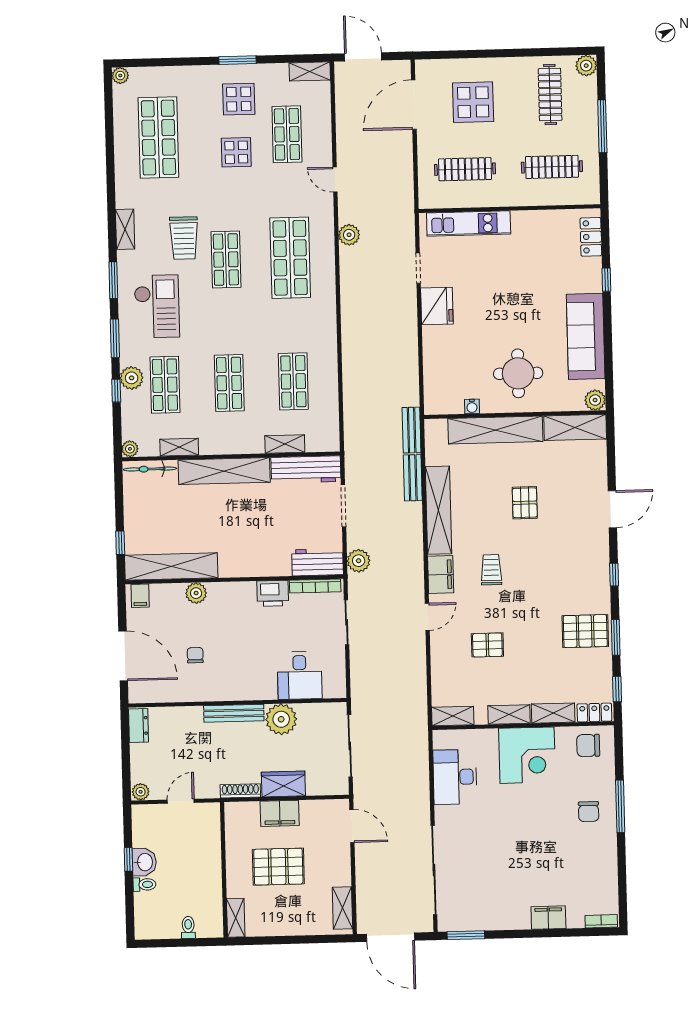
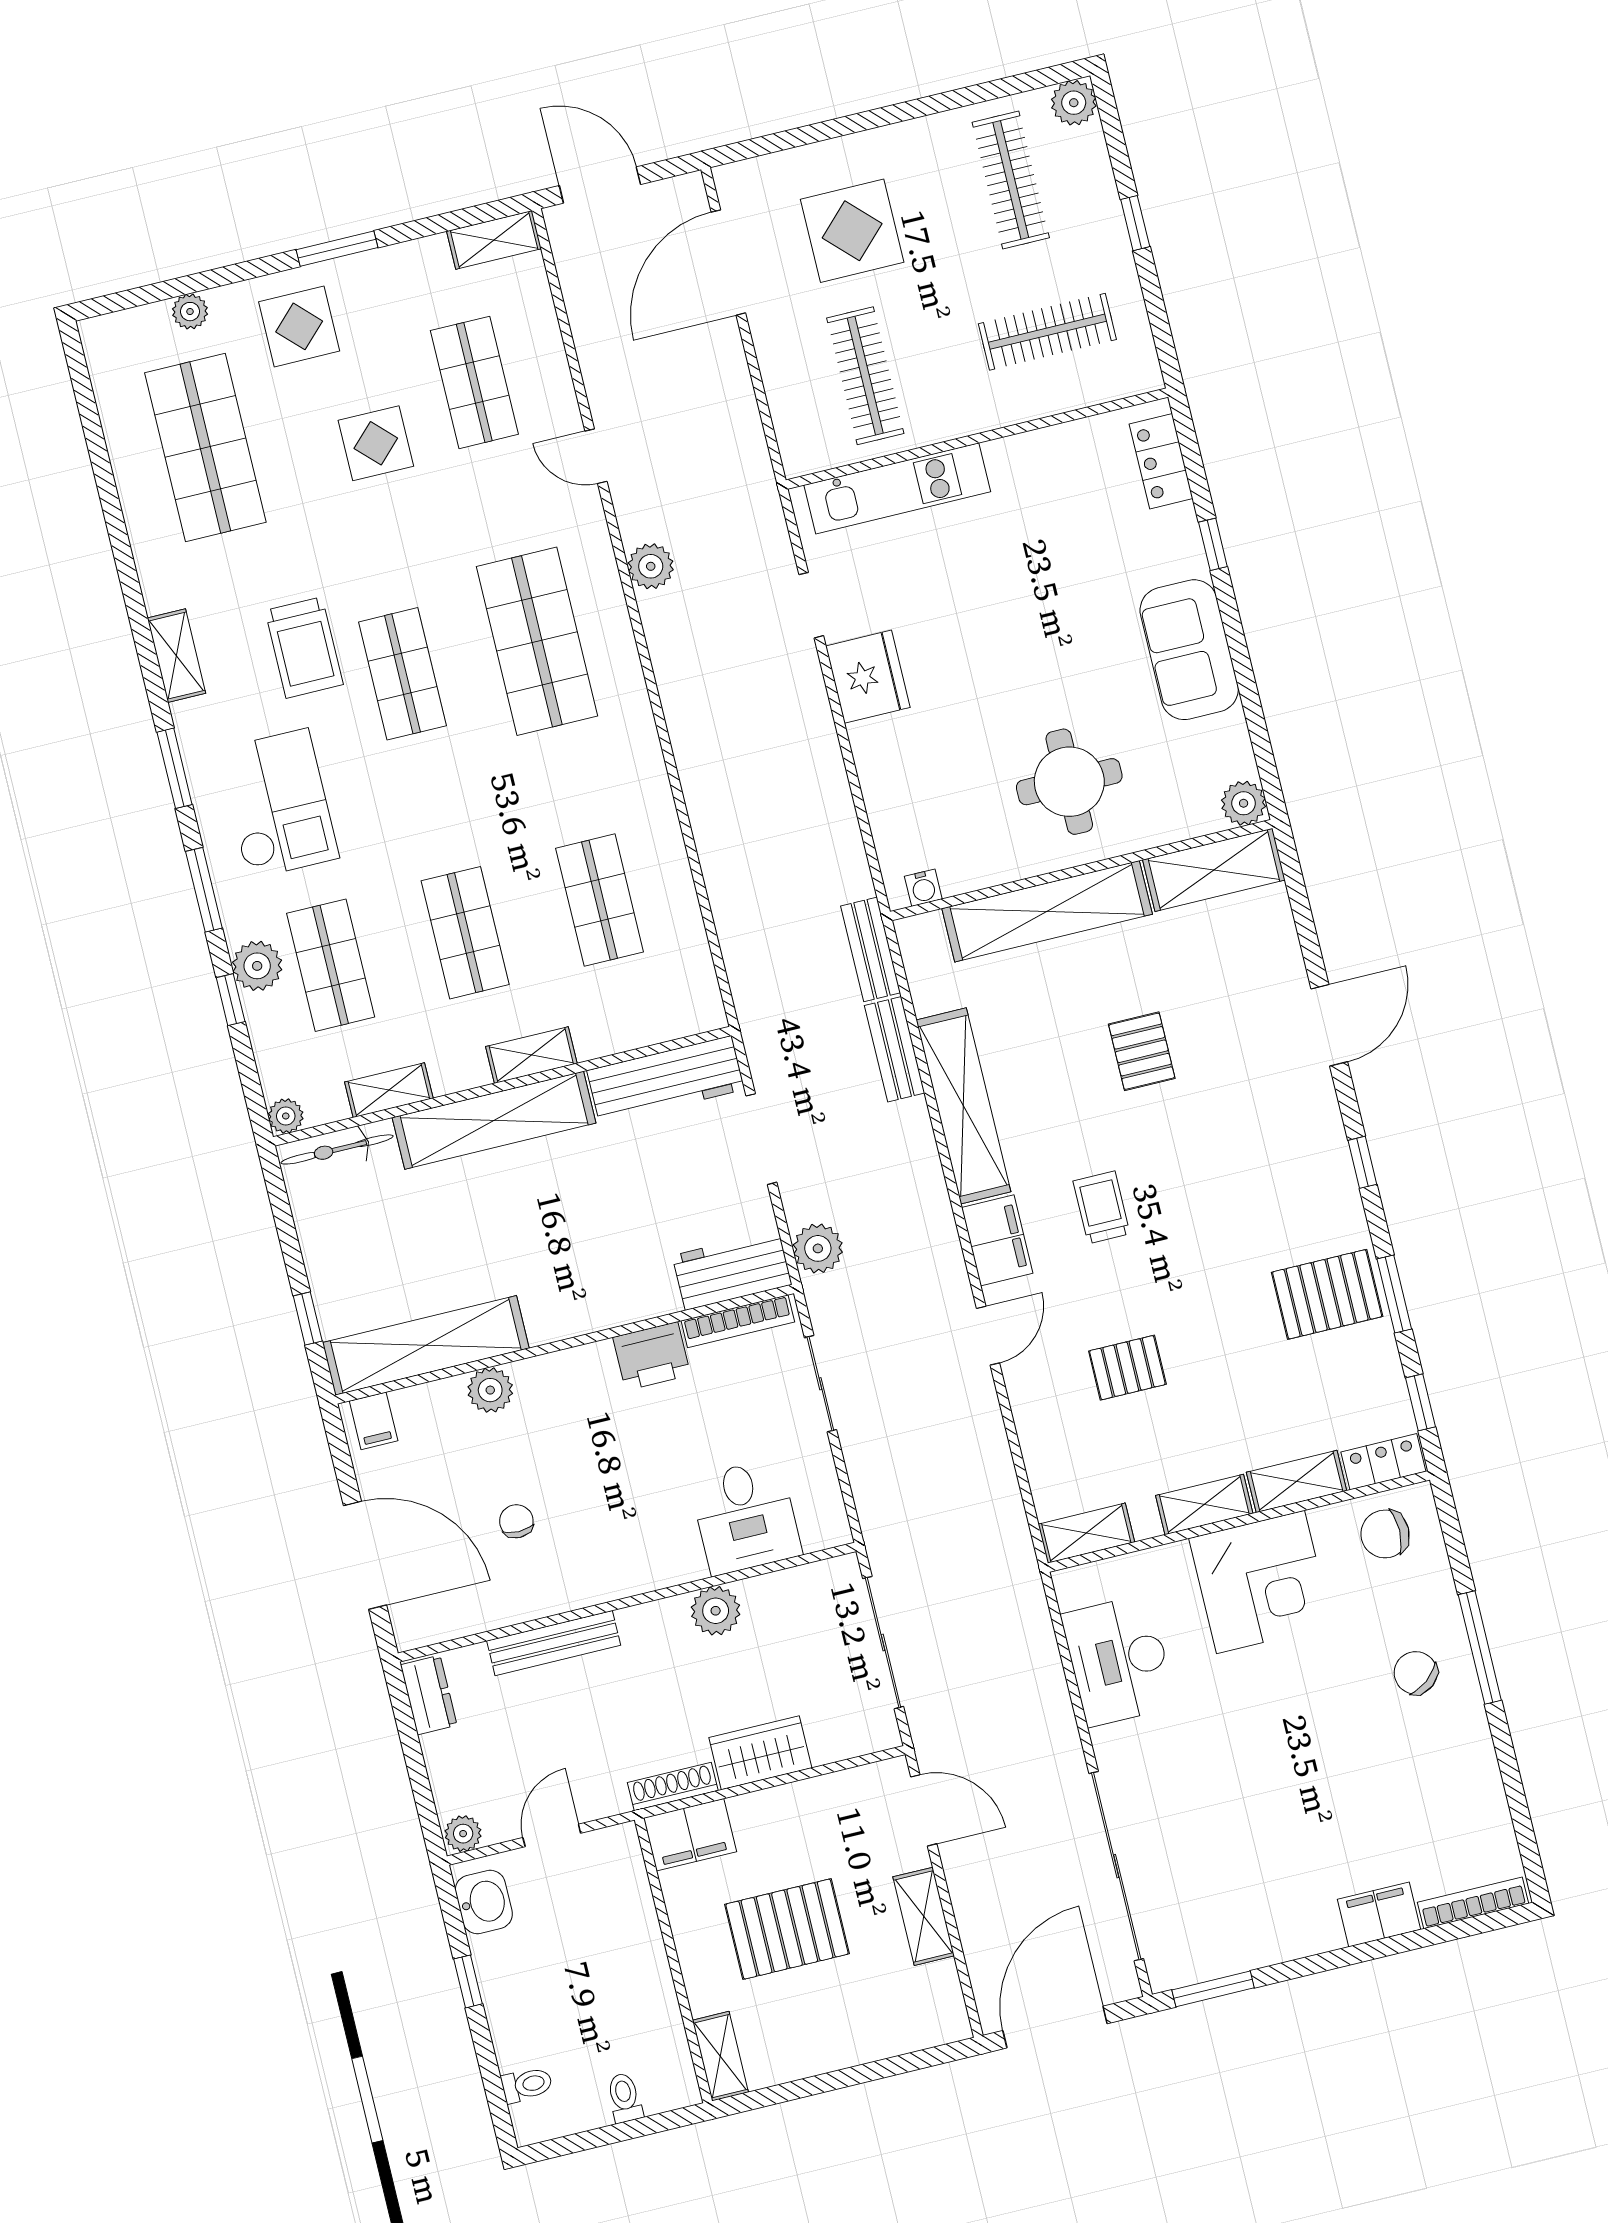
plant: (120, 76) -> (190, 312), moved
display table: (239, 99) -> (299, 326), moved
window: (602, 126) -> (1135, 223), width x0.46
clothes rail: (465, 169) -> (865, 376), turned 90
sofa: (586, 336) -> (1189, 650), width x0.73
water cooler: (472, 406) -> (923, 888), moved
shelving: (285, 444) -> (531, 1055), moved
bench: (234, 713) -> (554, 1643), moved
plant: (281, 719) -> (716, 1611), width x0.73, depth x0.73
chair: (589, 812) -> (1416, 1673), turned 142
filing cabinet: (280, 813) -> (690, 1835), moved
washbasin: (144, 862) -> (484, 1902), moved
toilet: (144, 884) -> (527, 2085), moved
shelving: (342, 908) -> (924, 1916), moved
bookcase: (601, 921) -> (1473, 1903), width x1.56
door: (390, 937) -> (1055, 2027), swing flipped

